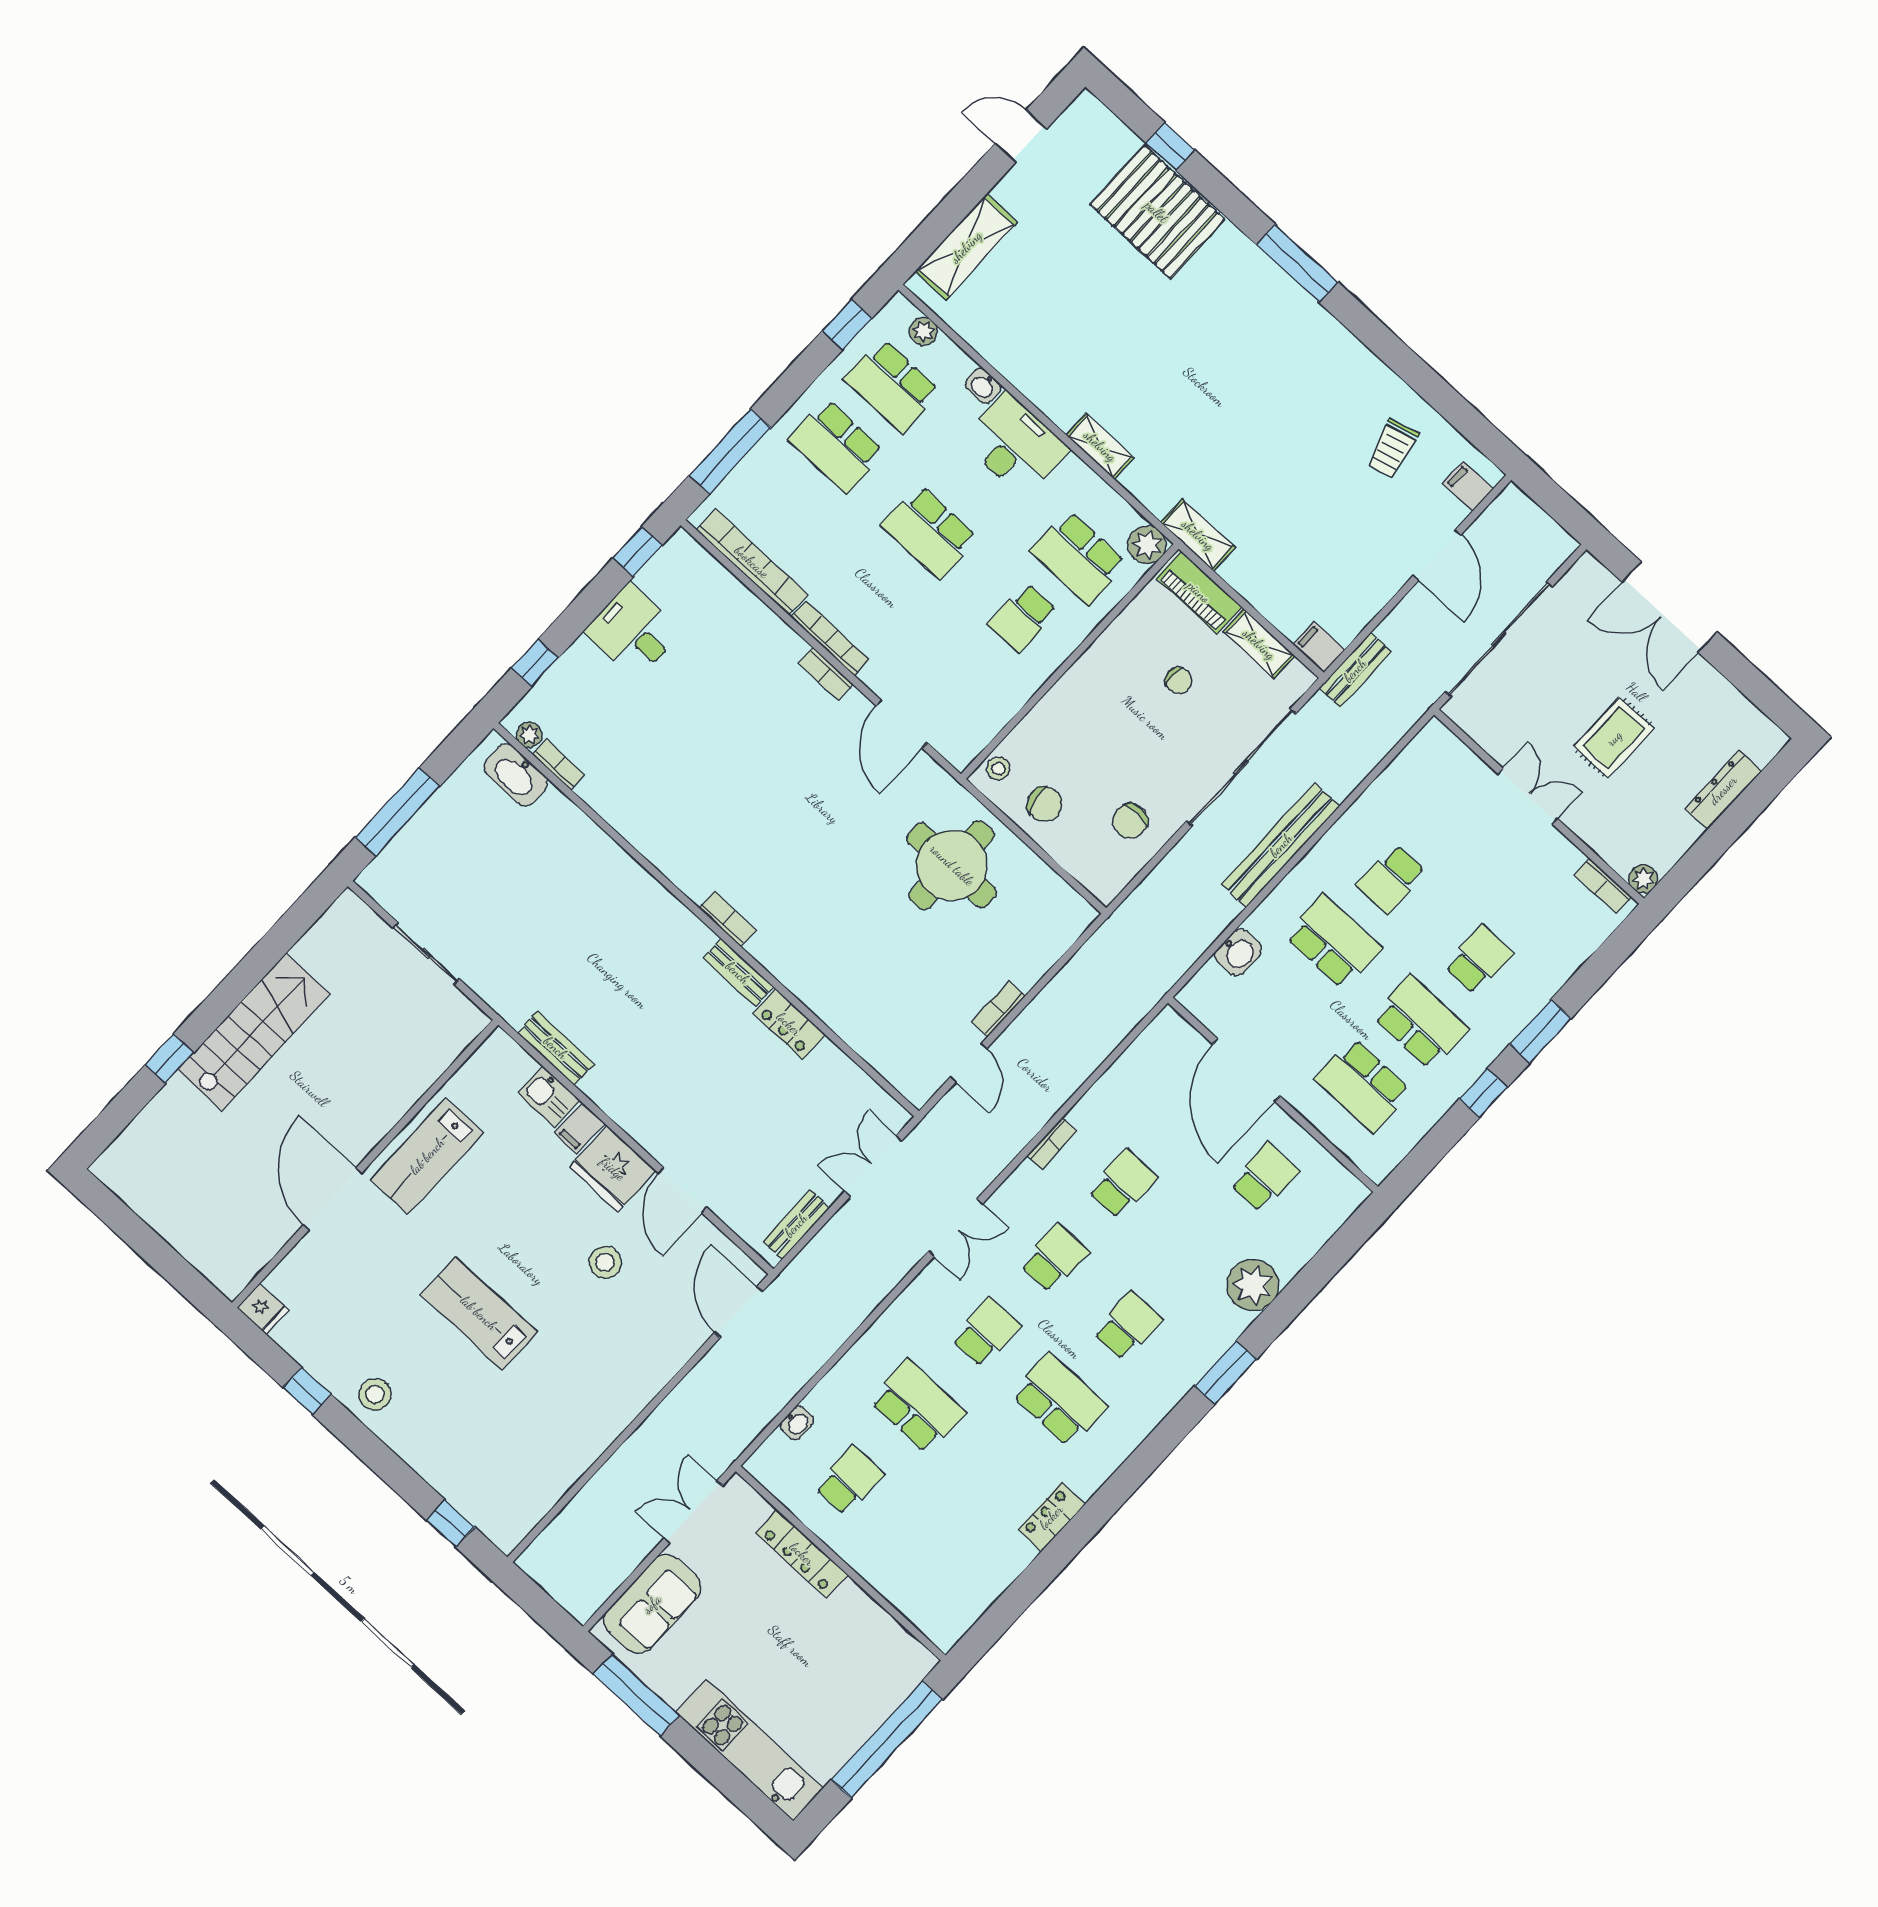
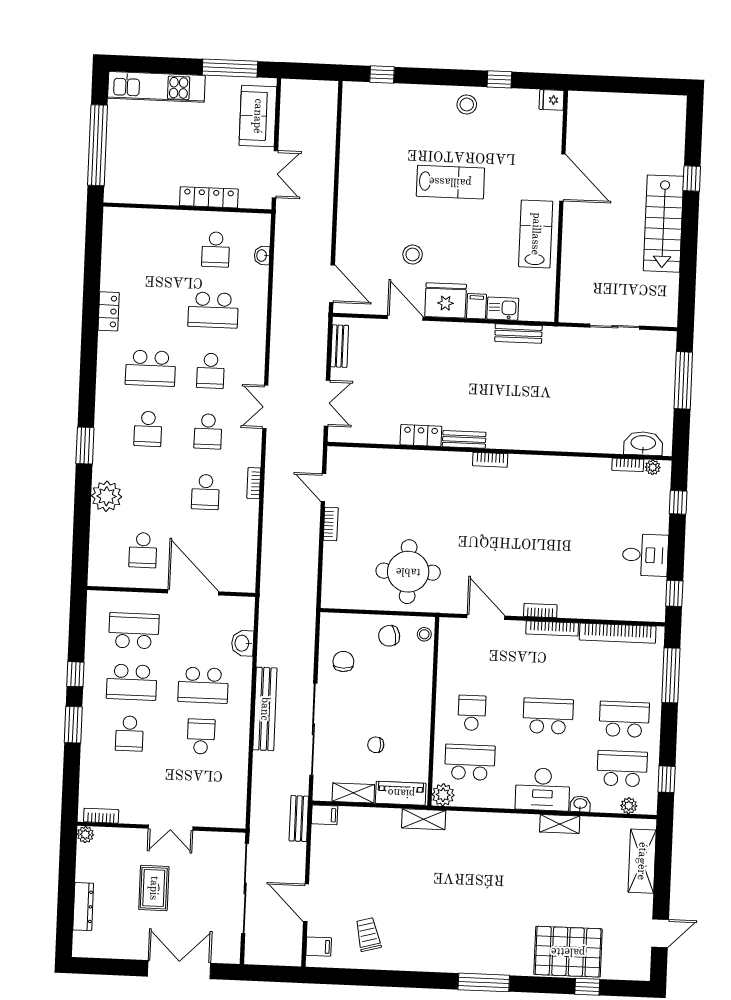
shelving: (1100, 446) -> (560, 824), moved

